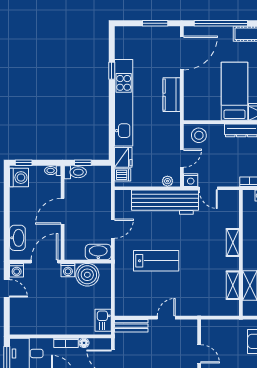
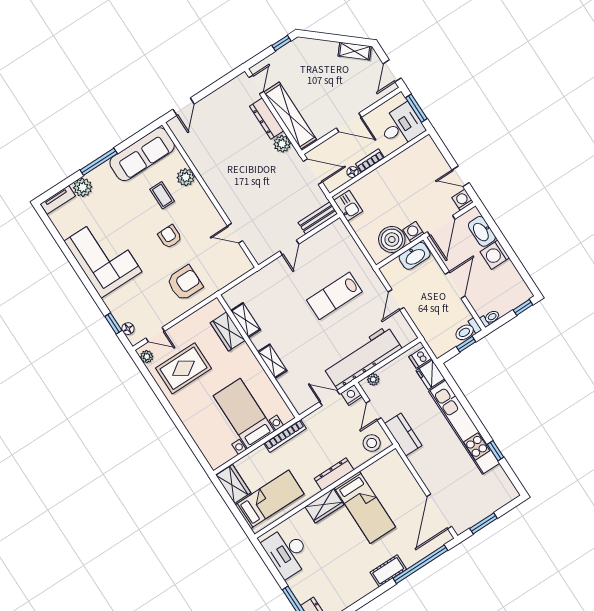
kitchen counter: (172, 95) -> (403, 435), moved
washing machine: (19, 178) -> (495, 255), moved
washbasin: (98, 252) -> (415, 256), moved

